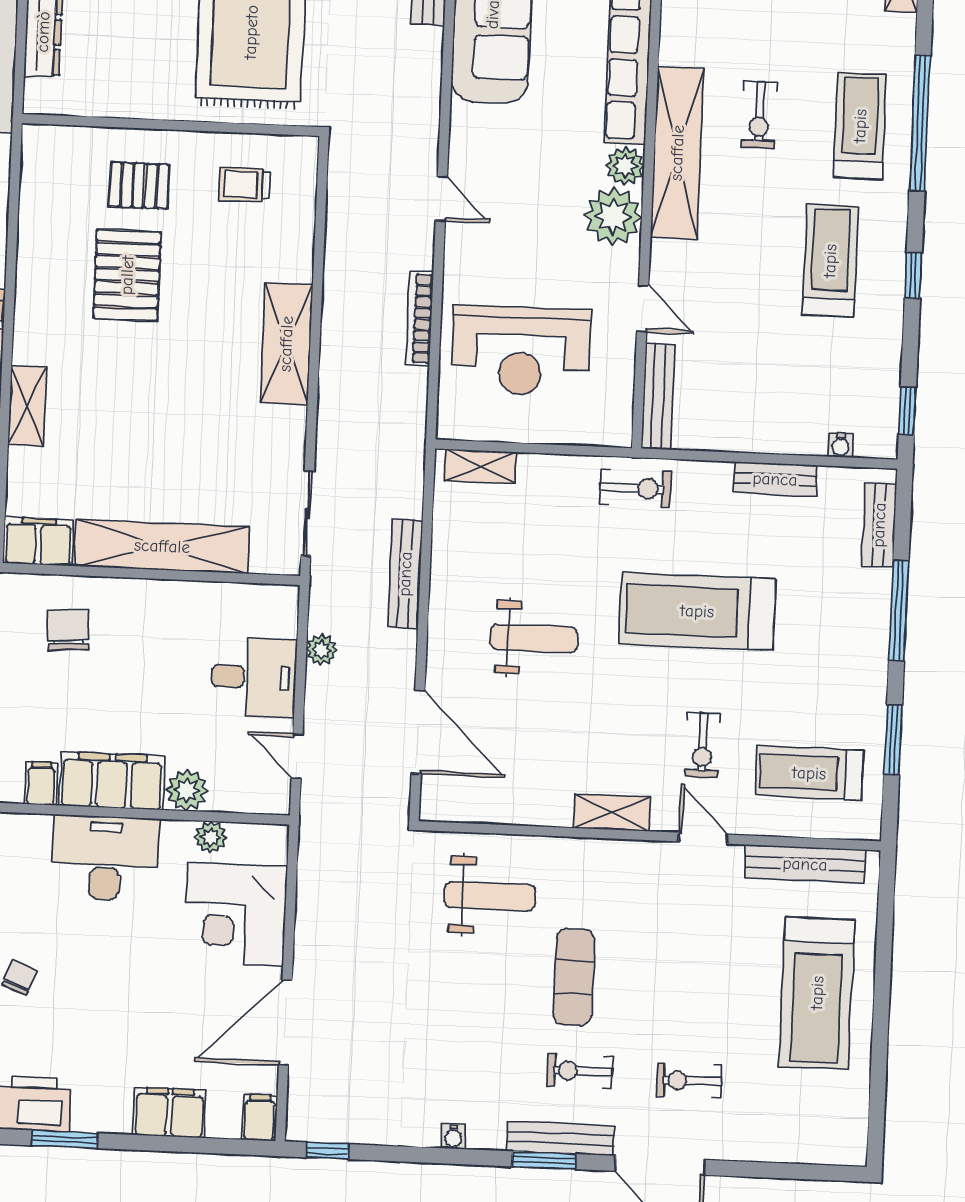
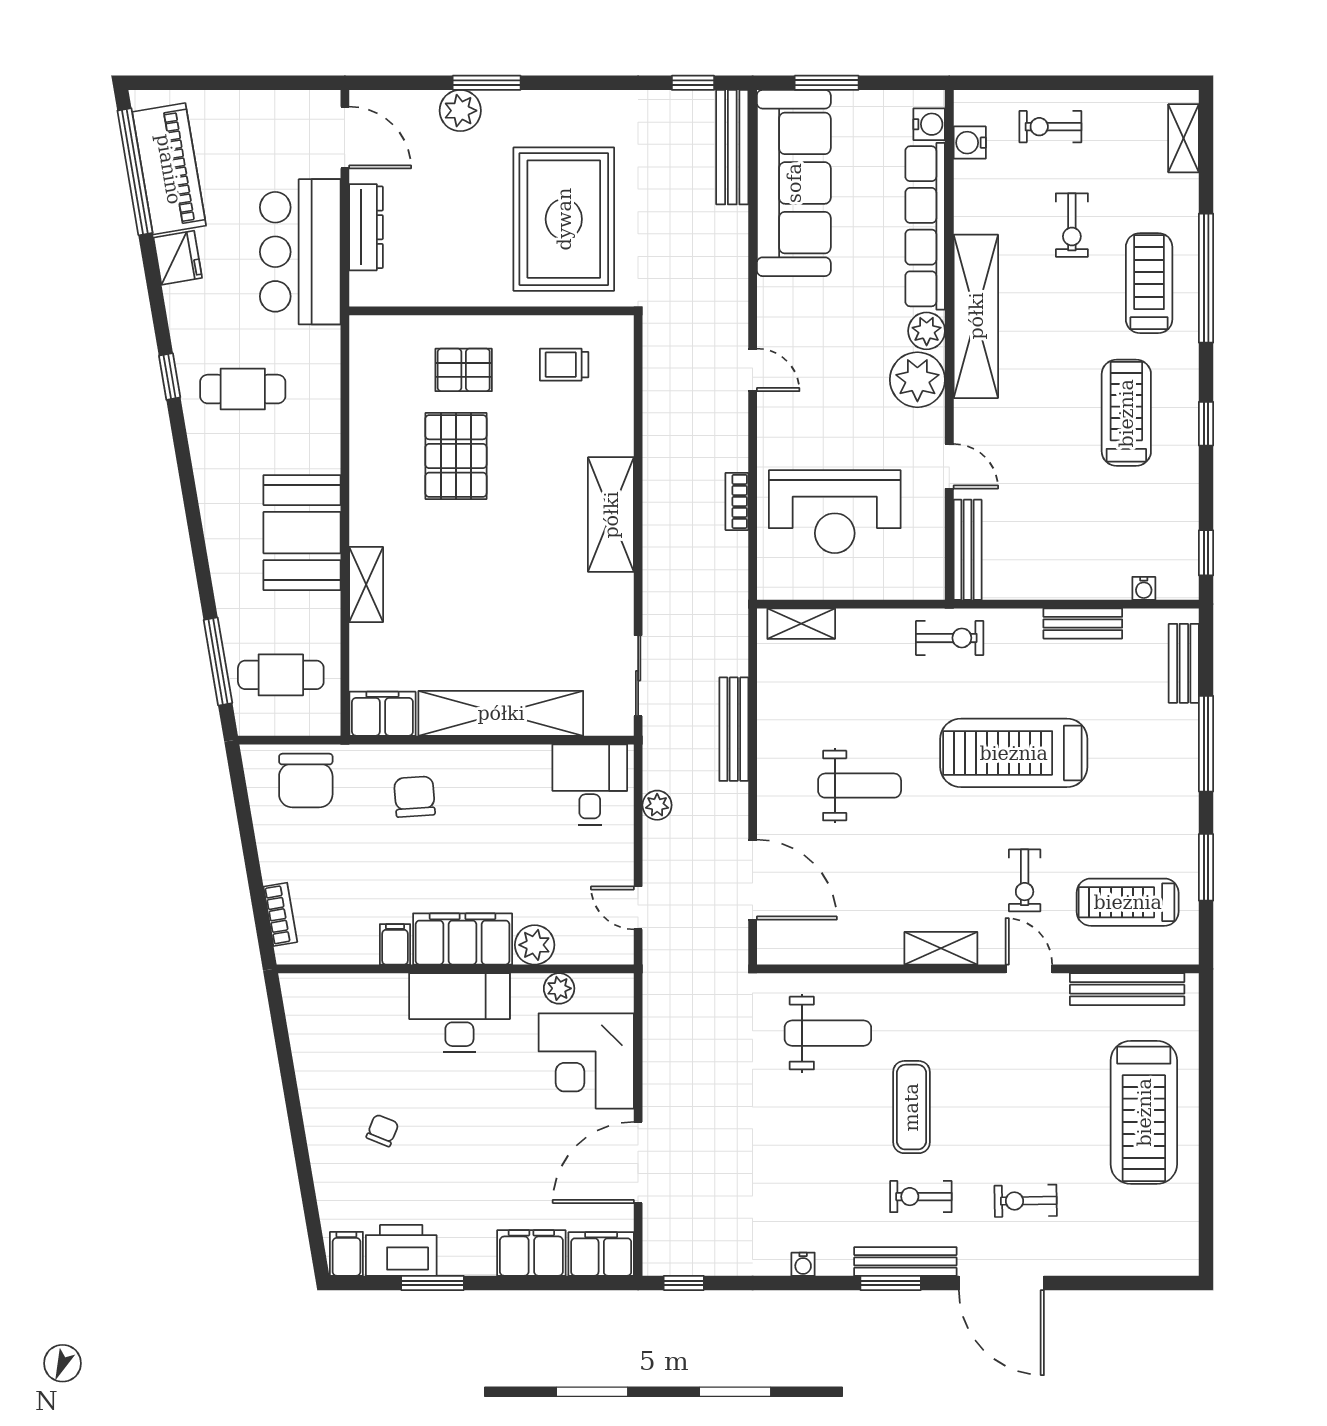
exercise bike: (759, 115) -> (1072, 225), moved
bookcase: (420, 319) -> (737, 501), width x0.64
desk: (254, 677) -> (590, 785), moved, turned -90
filing cabinet: (260, 1118) -> (601, 1254), width x2.00

